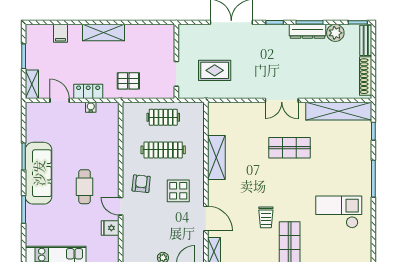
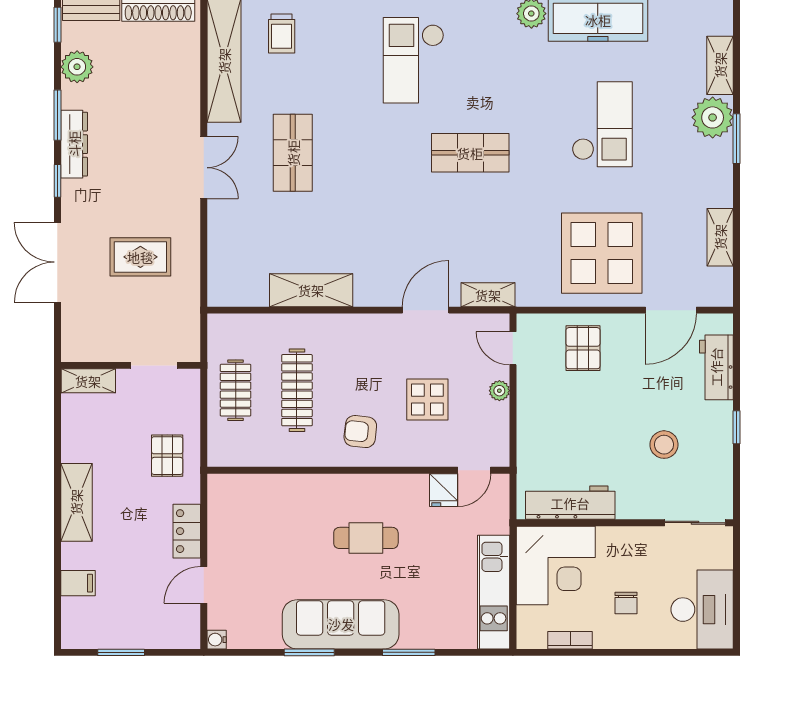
dresser: (307, 31) -> (74, 144), moved
rug: (215, 70) -> (140, 257), moved, turned 90
shelving: (32, 84) -> (88, 381), moved
water cooler: (91, 107) -> (217, 640), moved
display table: (178, 191) -> (427, 400), moved
door: (121, 206) -> (474, 470), moved
trolley: (266, 217) -> (282, 33), moved, turned 90

